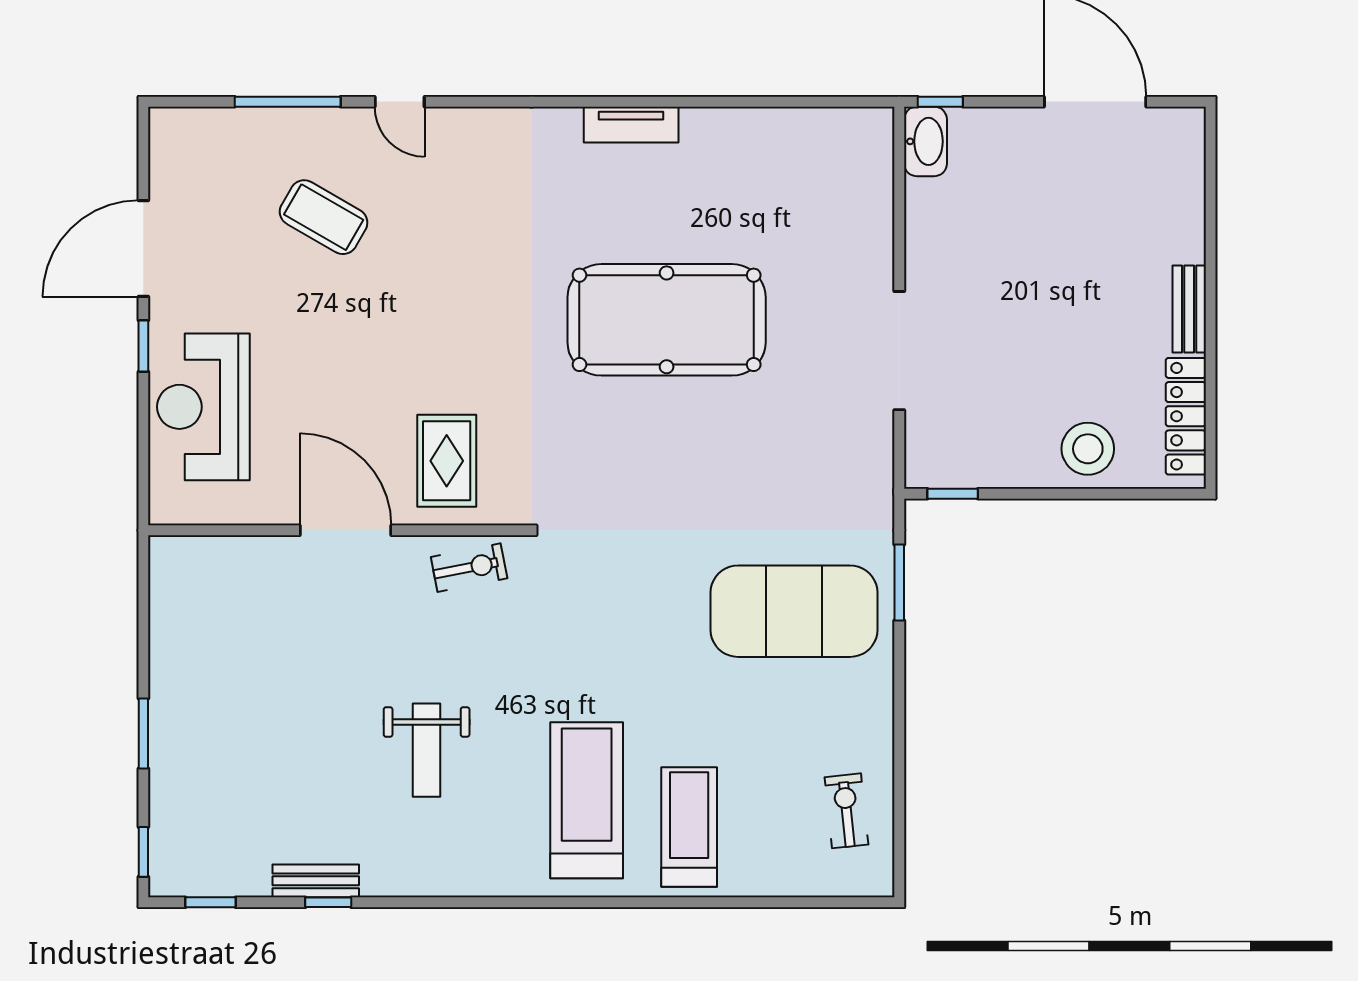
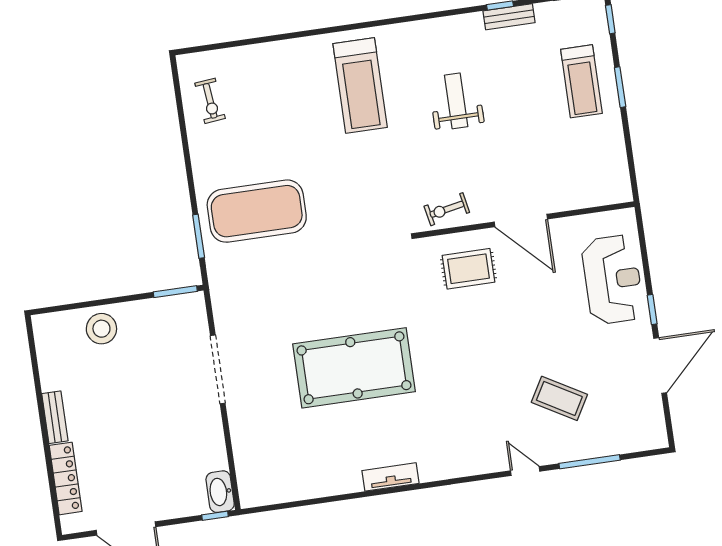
locker: (1186, 416) -> (66, 478), moved
rug: (447, 461) -> (468, 269), turned 90
window: (953, 494) -> (175, 292), width x1.50
treadmill: (689, 827) -> (581, 81), moved

